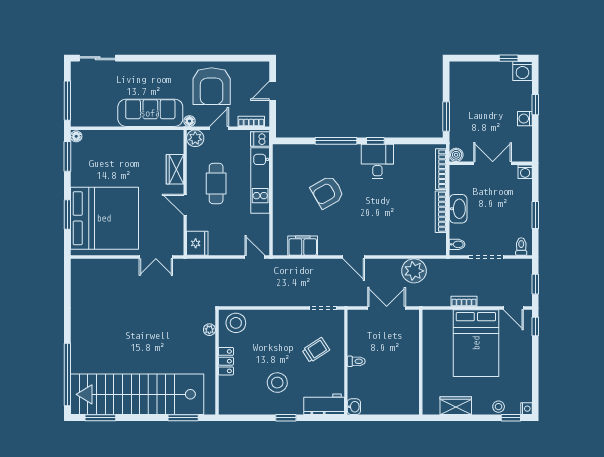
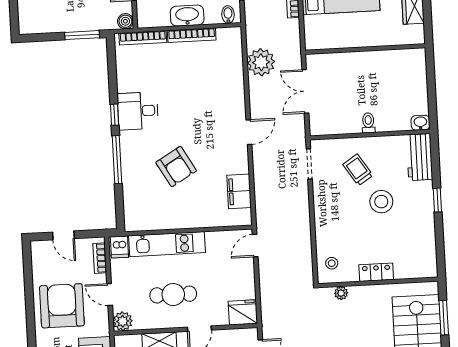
armchair: (212, 86) -> (62, 306), turned -90
floor lamp: (189, 121) -> (103, 329), removed
stool: (236, 323) -> (332, 263), width x0.53, depth x0.53
stool: (277, 383) -> (381, 202), moved

